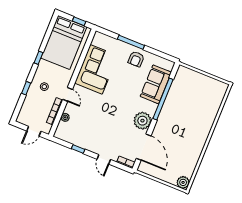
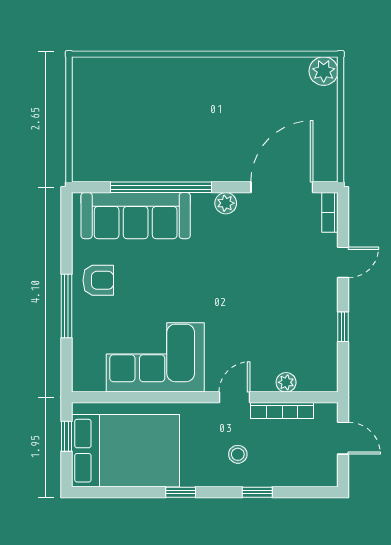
sofa: (156, 84) -> (136, 216), width x1.36
plant: (142, 121) -> (226, 203), width x0.53, depth x0.53

